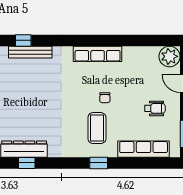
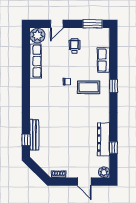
row of seats: (98, 54) -> (36, 61), moved
row of seats: (144, 149) -> (103, 60), width x0.68
window: (27, 163) -> (113, 148), moved

